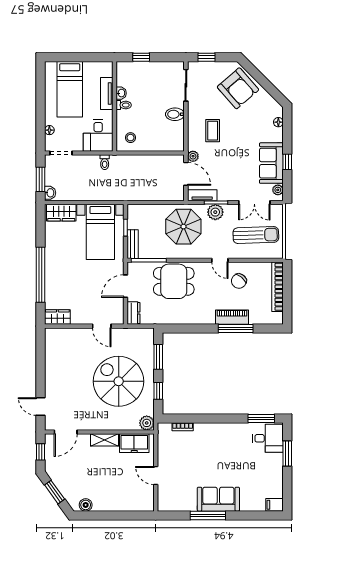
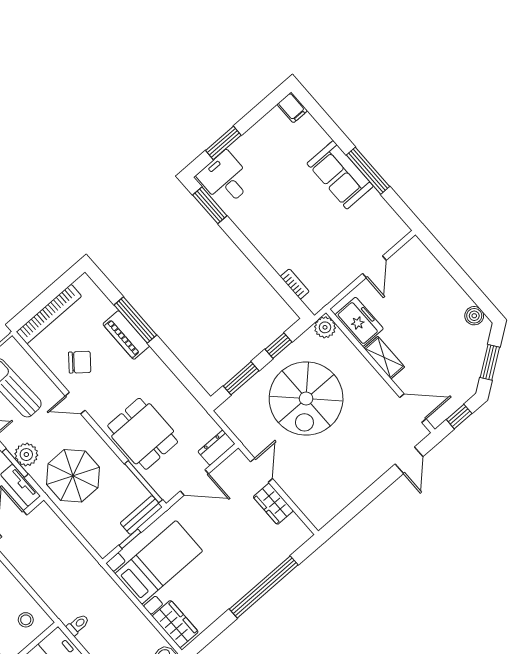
door: (220, 260) -> (75, 403), swing flipped
wardrobe: (57, 317) -> (273, 504), moved

